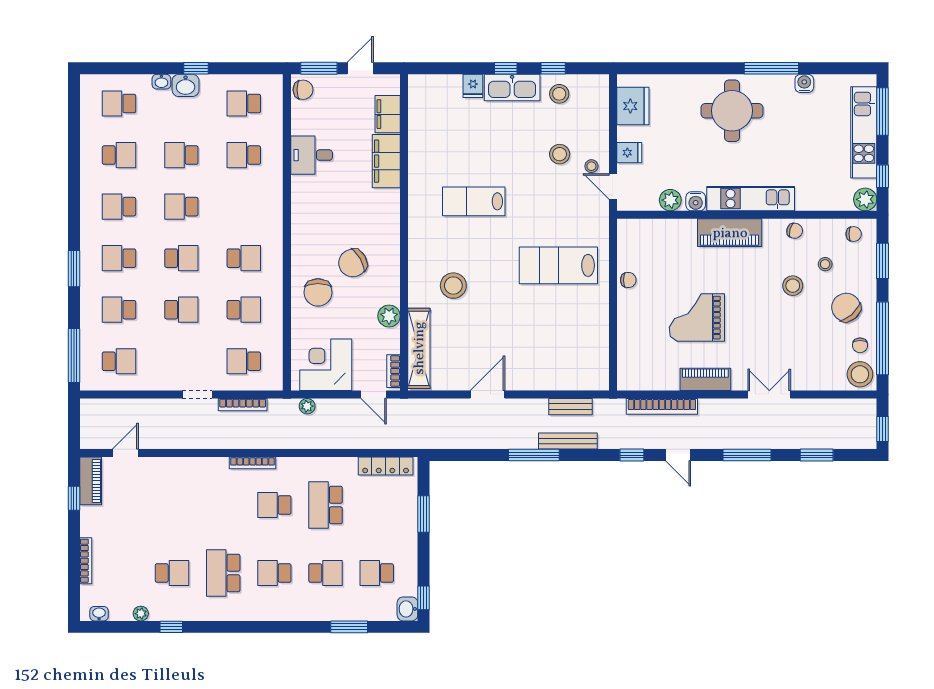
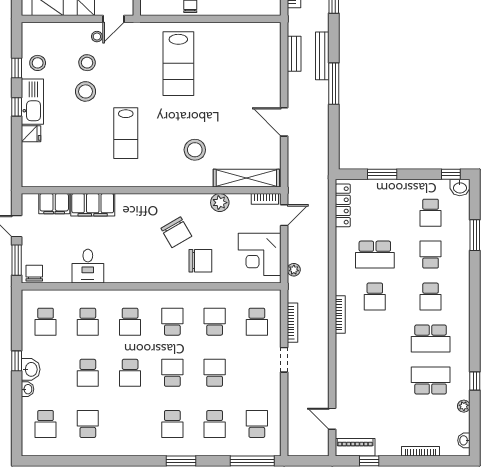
stool: (524, 152) -> (85, 91), added
school desk: (119, 207) -> (130, 322), moved
school desk: (172, 573) -> (431, 380), width x1.85

